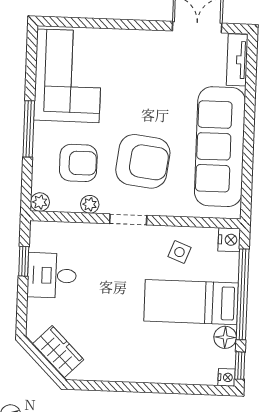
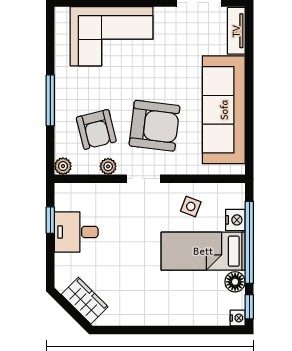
corner sofa: (68, 76) -> (112, 36), moved, turned 90
armchair: (78, 163) -> (96, 129), turned 76
nightstand: (229, 240) -> (235, 220), moved

